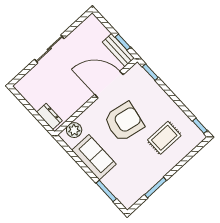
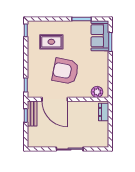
sofa: (94, 157) -> (100, 36), moved

